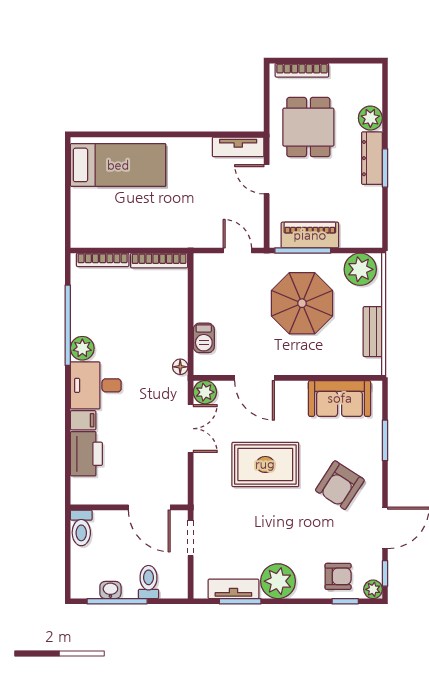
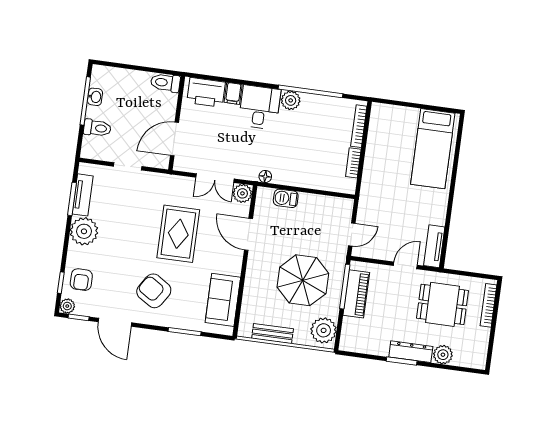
bookcase: (159, 260) -> (353, 163), width x0.64
door: (254, 378) -> (248, 234), hinge flipped
wall: (129, 507) -> (177, 123), moved
door: (149, 507) -> (174, 139), moved
toilet: (81, 528) -> (165, 83), moved

